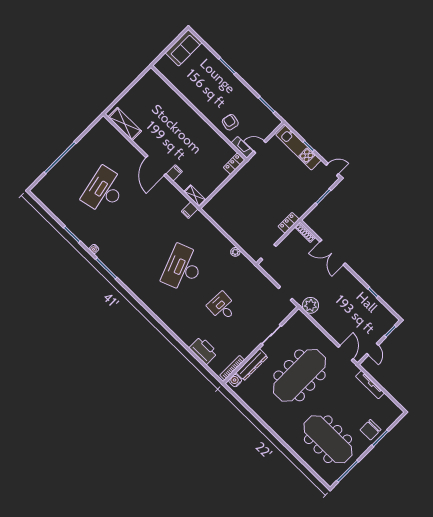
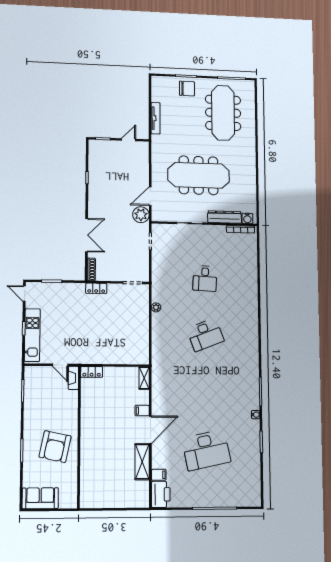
armchair: (230, 122) -> (55, 447), moved, width x1.88, depth x1.88
shelving: (125, 124) -> (142, 462), moved
filing cabinet: (190, 210) -> (159, 475), moved
desk: (183, 268) -> (205, 335), width x0.73, depth x0.77
printer: (203, 350) -> (161, 494), moved, turned 180
door: (346, 353) -> (150, 196), moved

